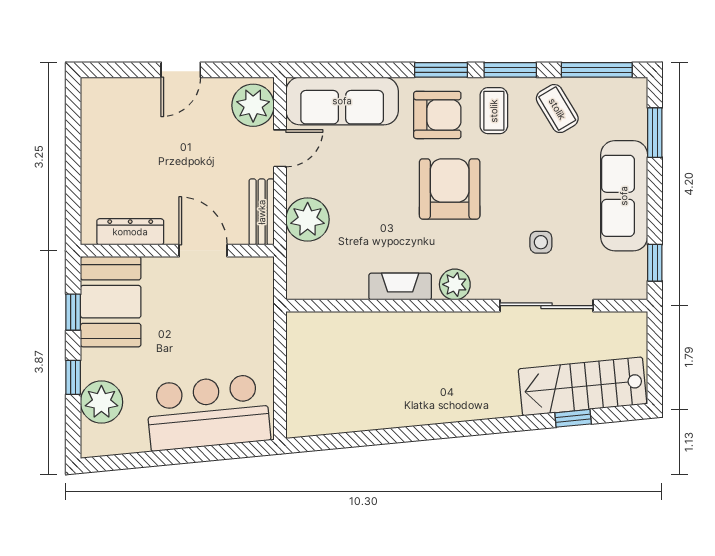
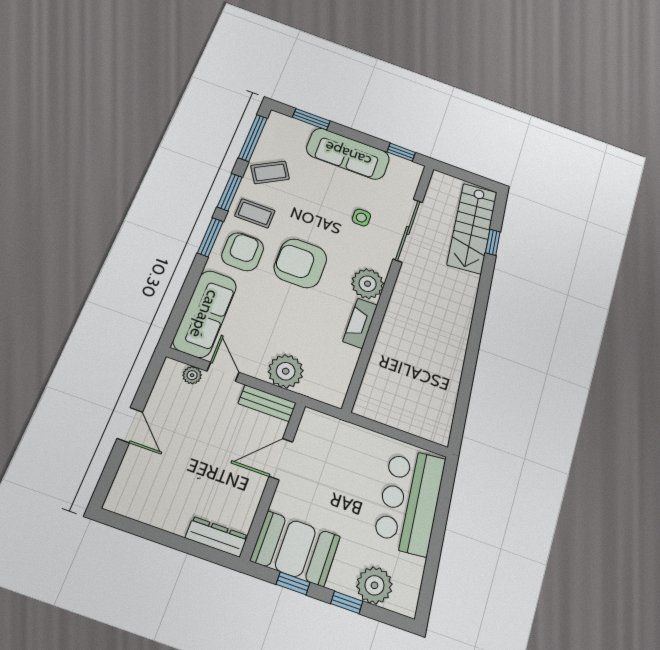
plant: (253, 105) -> (192, 375), width x0.53, depth x0.53
dresser: (130, 232) -> (216, 537), moved, turned 90
plant: (455, 284) -> (368, 284), width x1.36, depth x1.36

